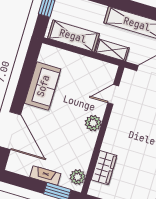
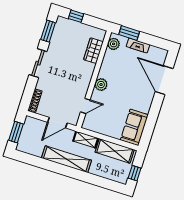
sofa: (43, 86) -> (134, 127), moved

